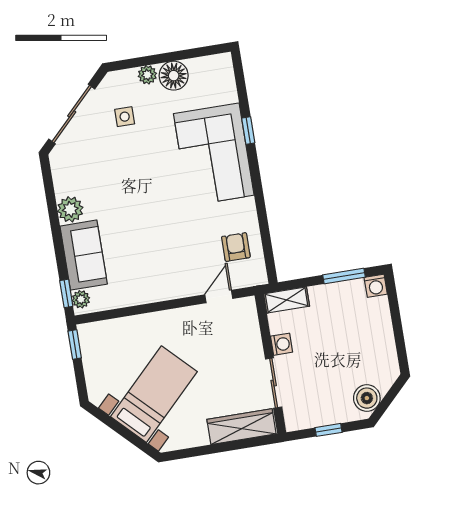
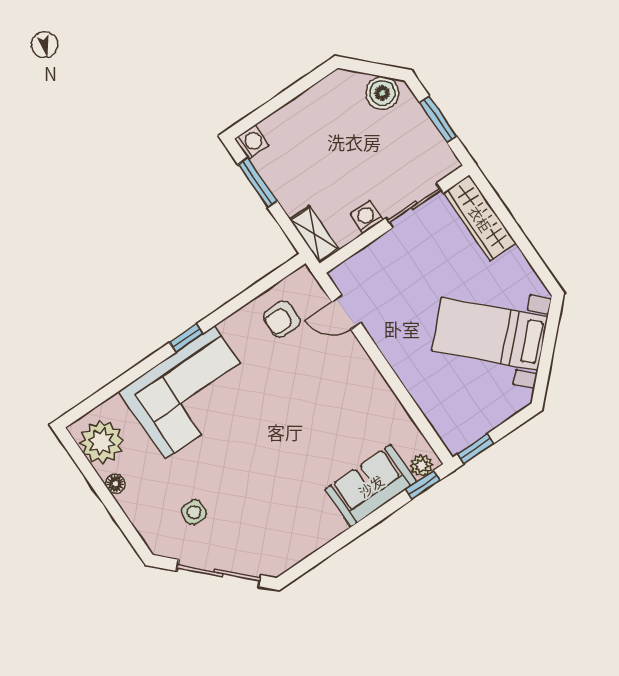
plant: (147, 75) -> (102, 442), moved, width x1.88, depth x1.88
floor lamp: (174, 76) -> (115, 484), width x0.53, depth x0.53
window: (248, 130) -> (186, 338), moved
plant: (70, 209) -> (326, 525), removed
window: (329, 430) -> (438, 119), width x1.50

